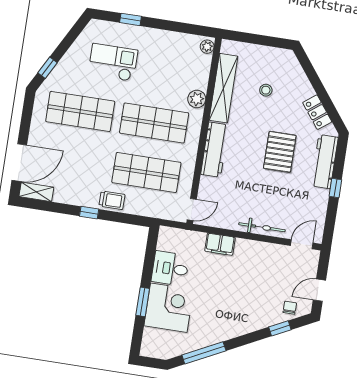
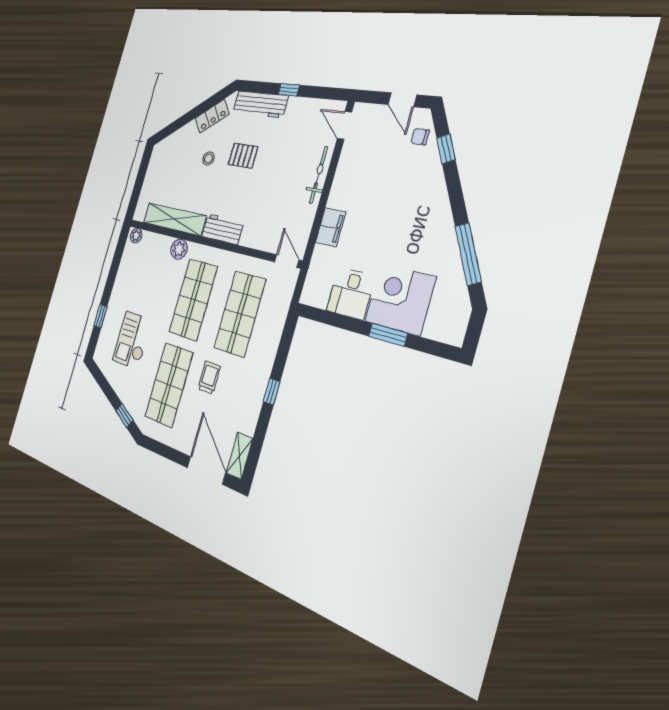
stool: (266, 90) -> (209, 158), moved
workbench: (215, 150) -> (223, 229), width x0.73
pallet: (280, 152) -> (243, 156), width x0.67, depth x0.71
trolley: (112, 200) -> (209, 378), moved

